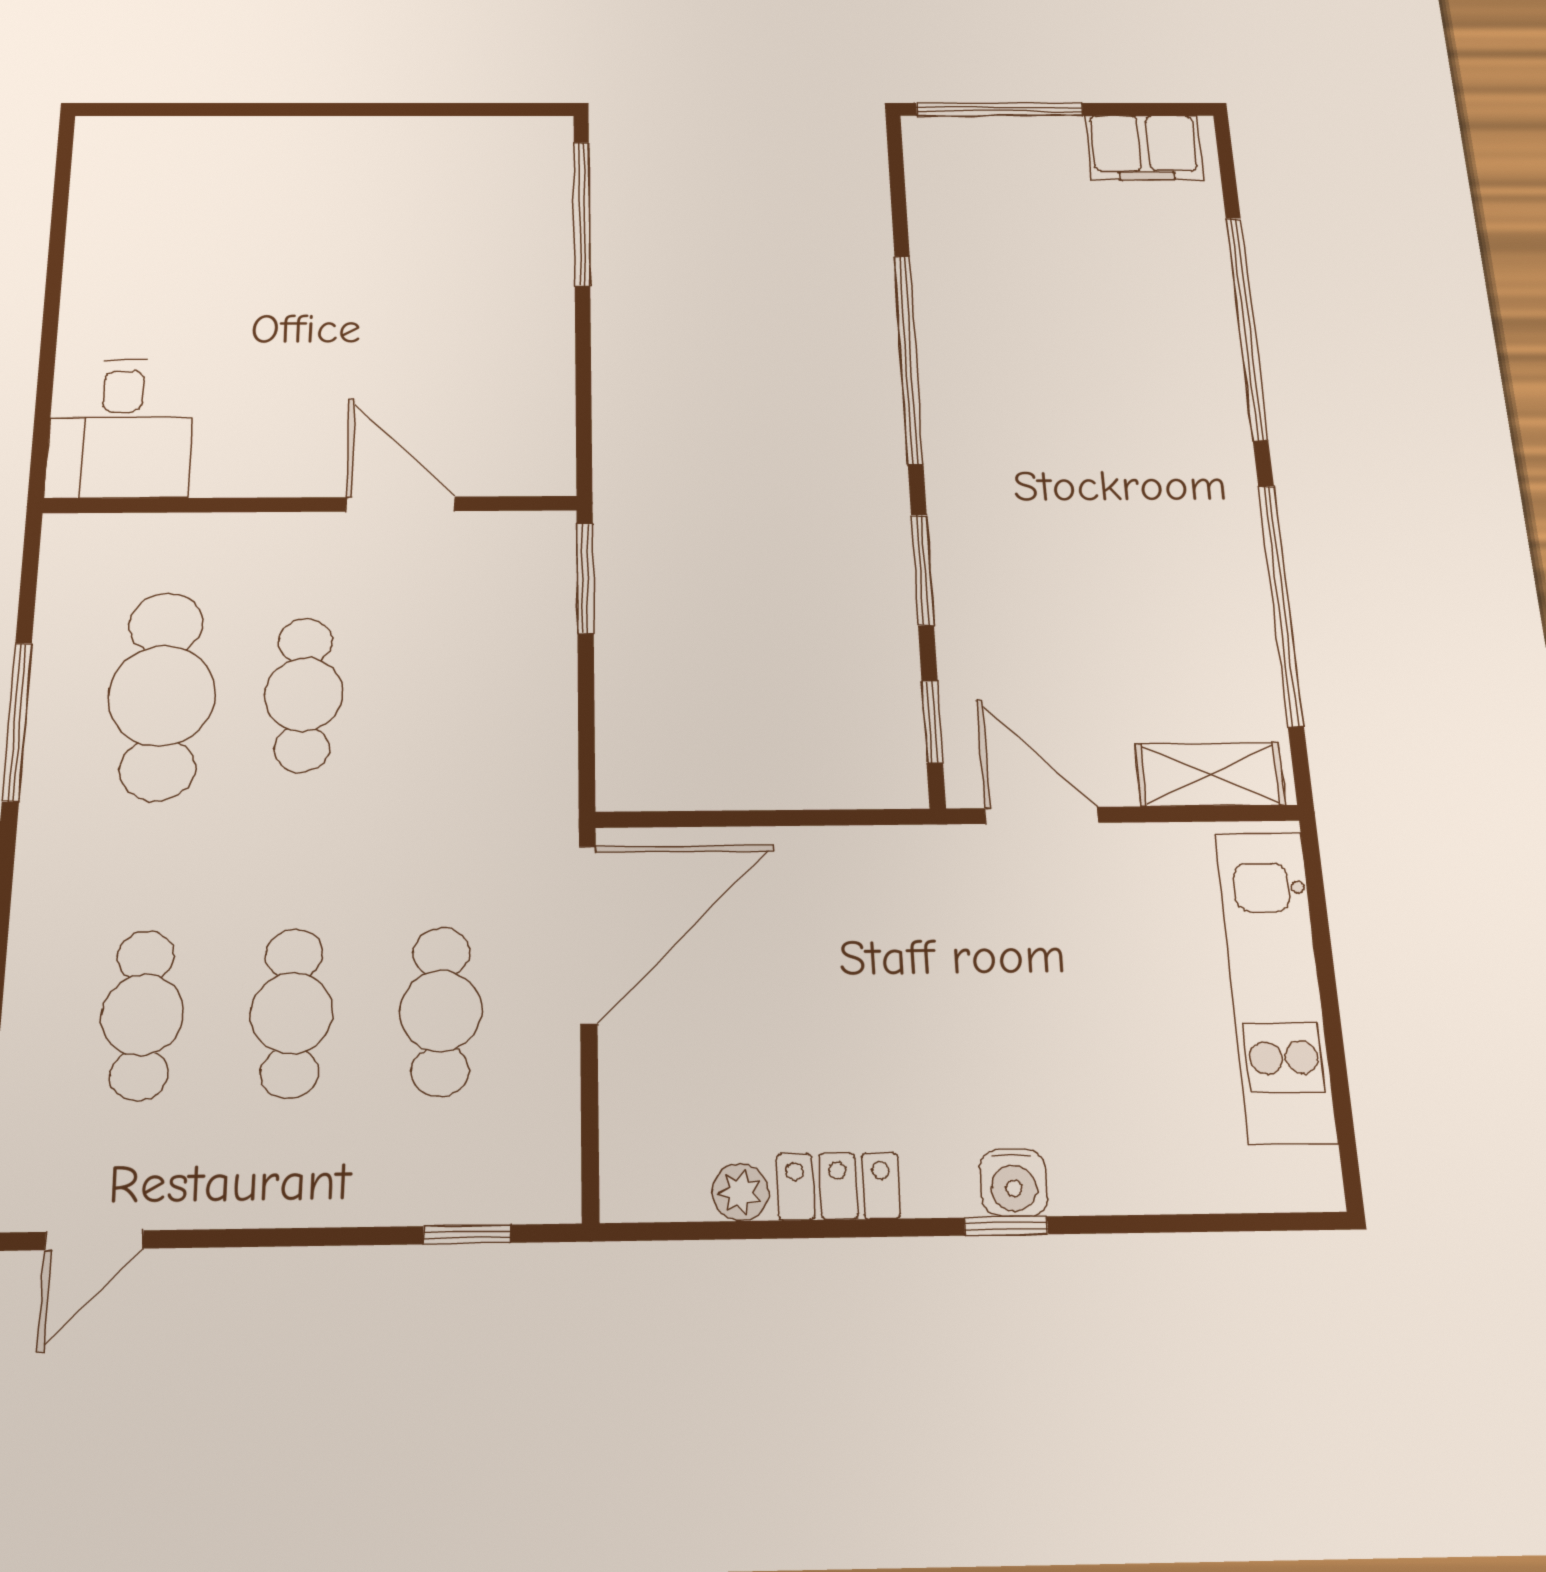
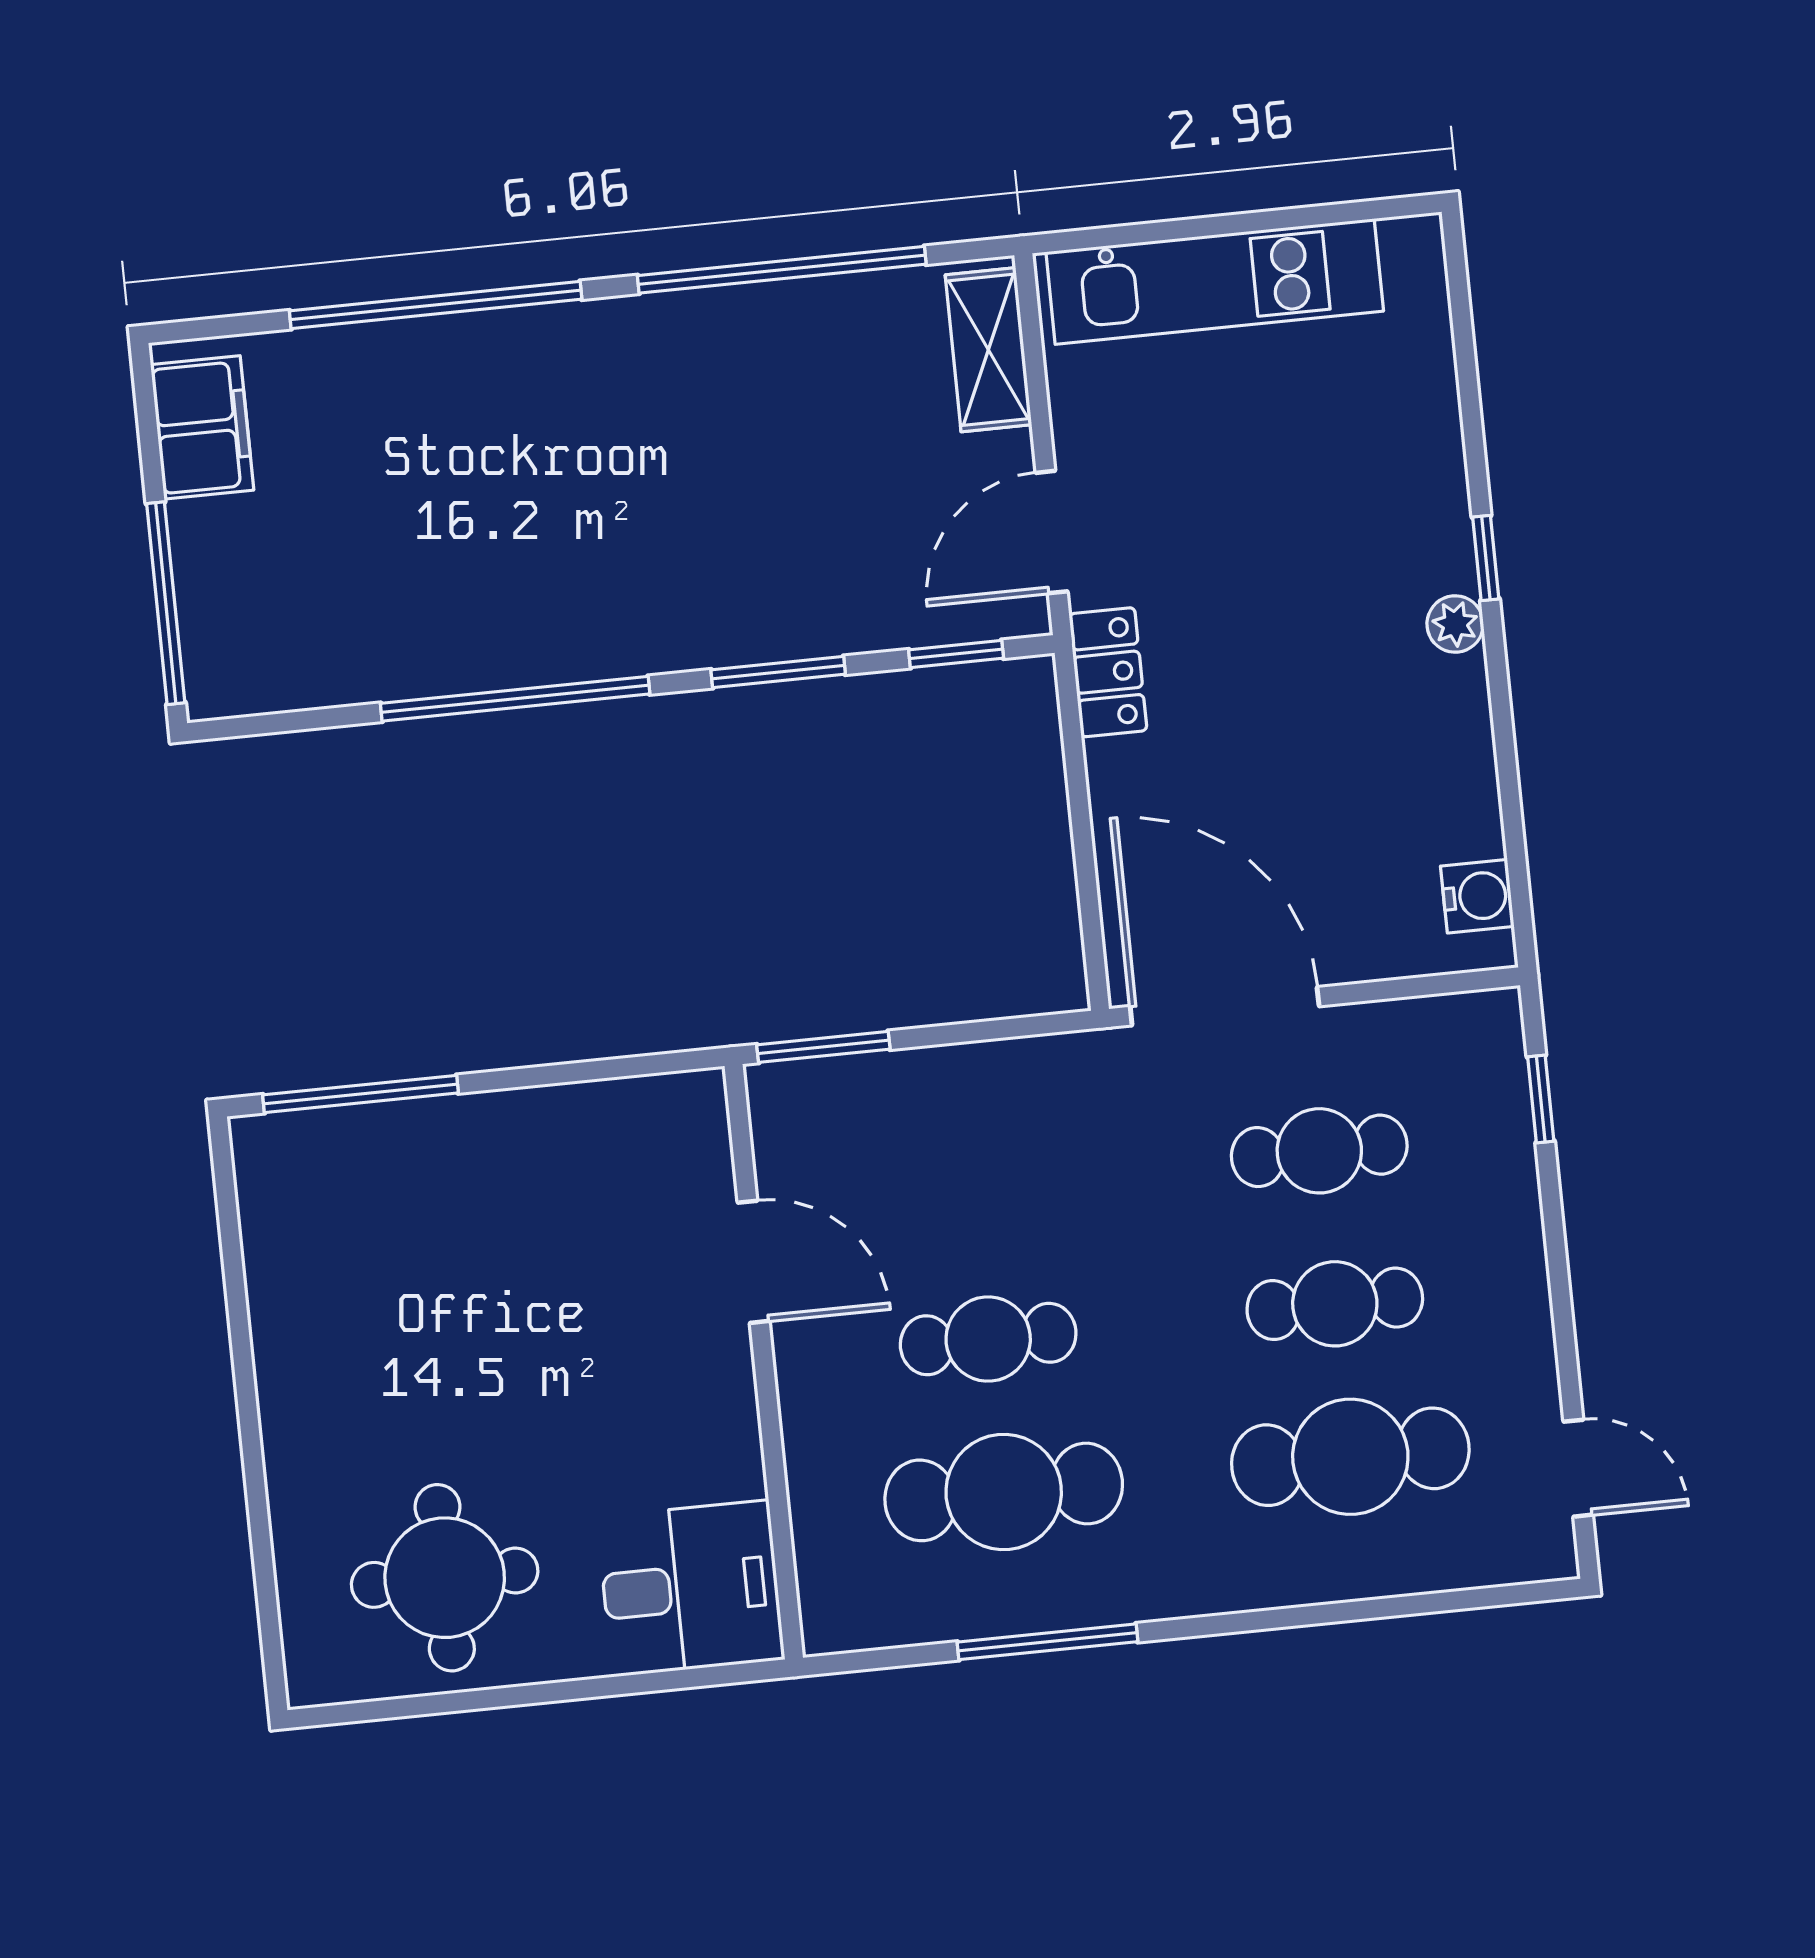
round table: (164, 240) -> (445, 1578), added
door: (401, 504) -> (754, 1262), swing flipped
cafe table: (142, 1015) -> (1350, 1457), width x1.37, depth x1.35
water cooler: (1014, 1183) -> (1477, 896), moved
locker: (838, 1186) -> (1108, 672), moved, turned 180
plant: (740, 1192) -> (1455, 624), moved

